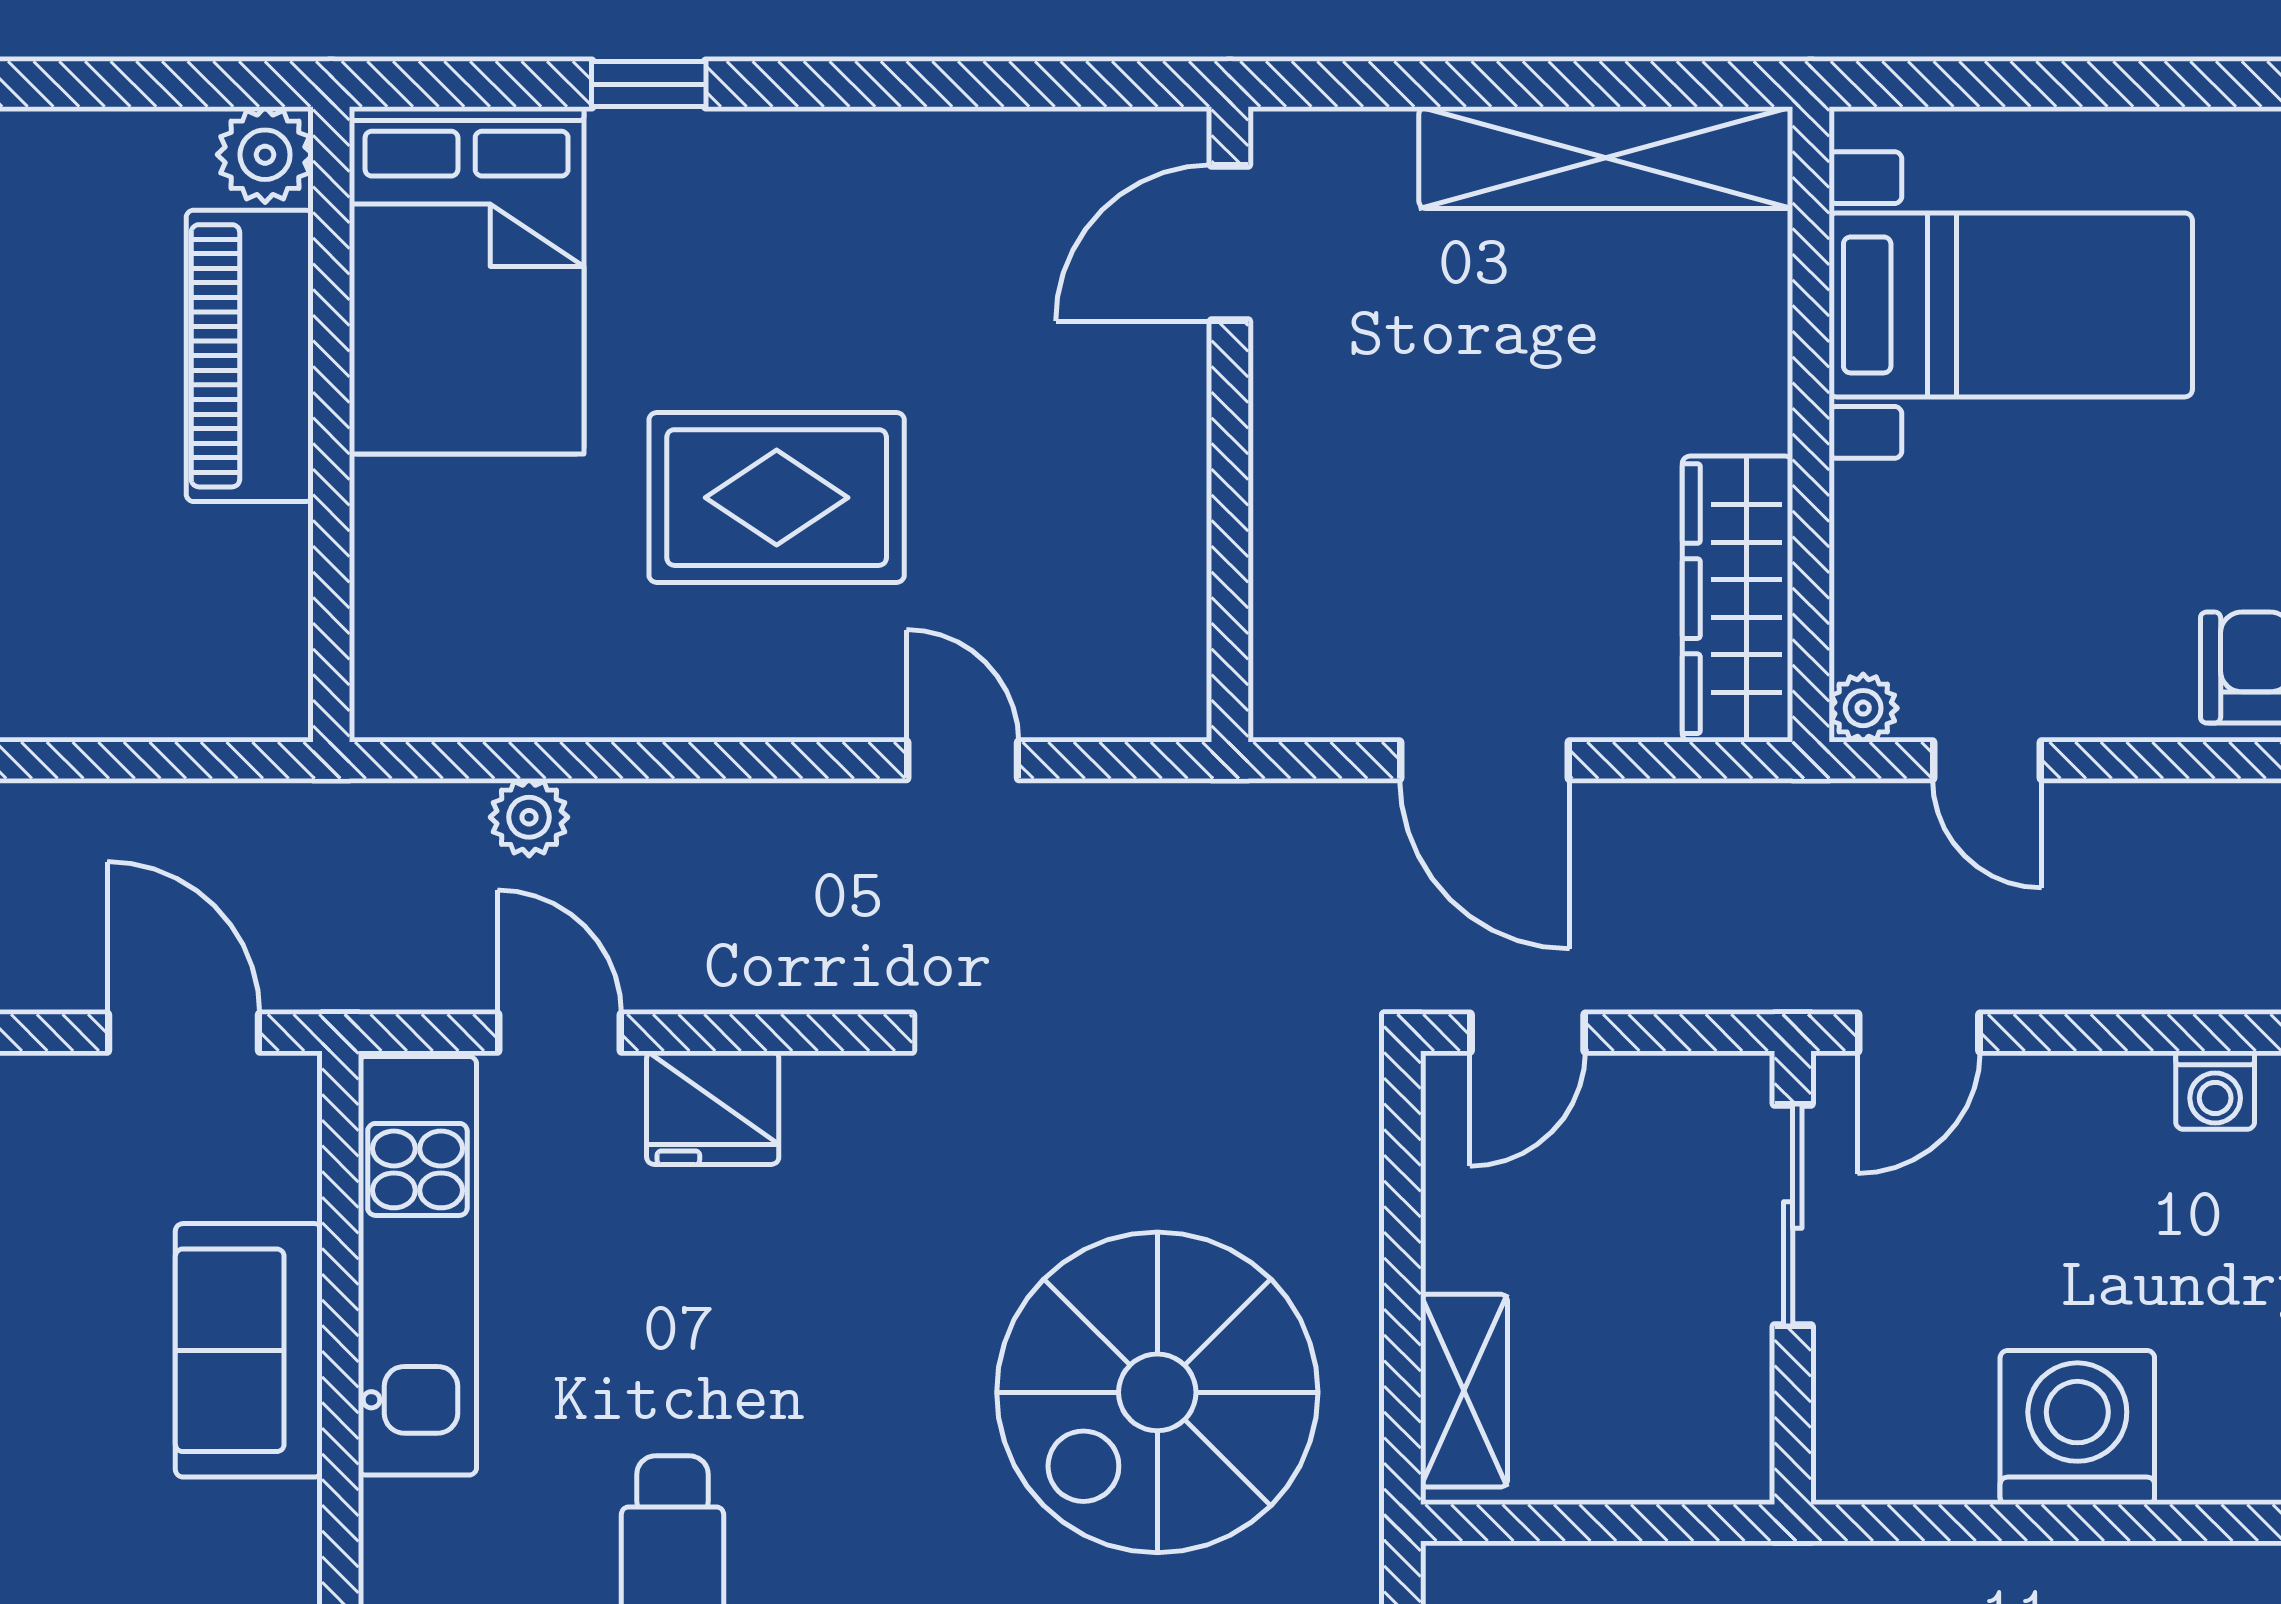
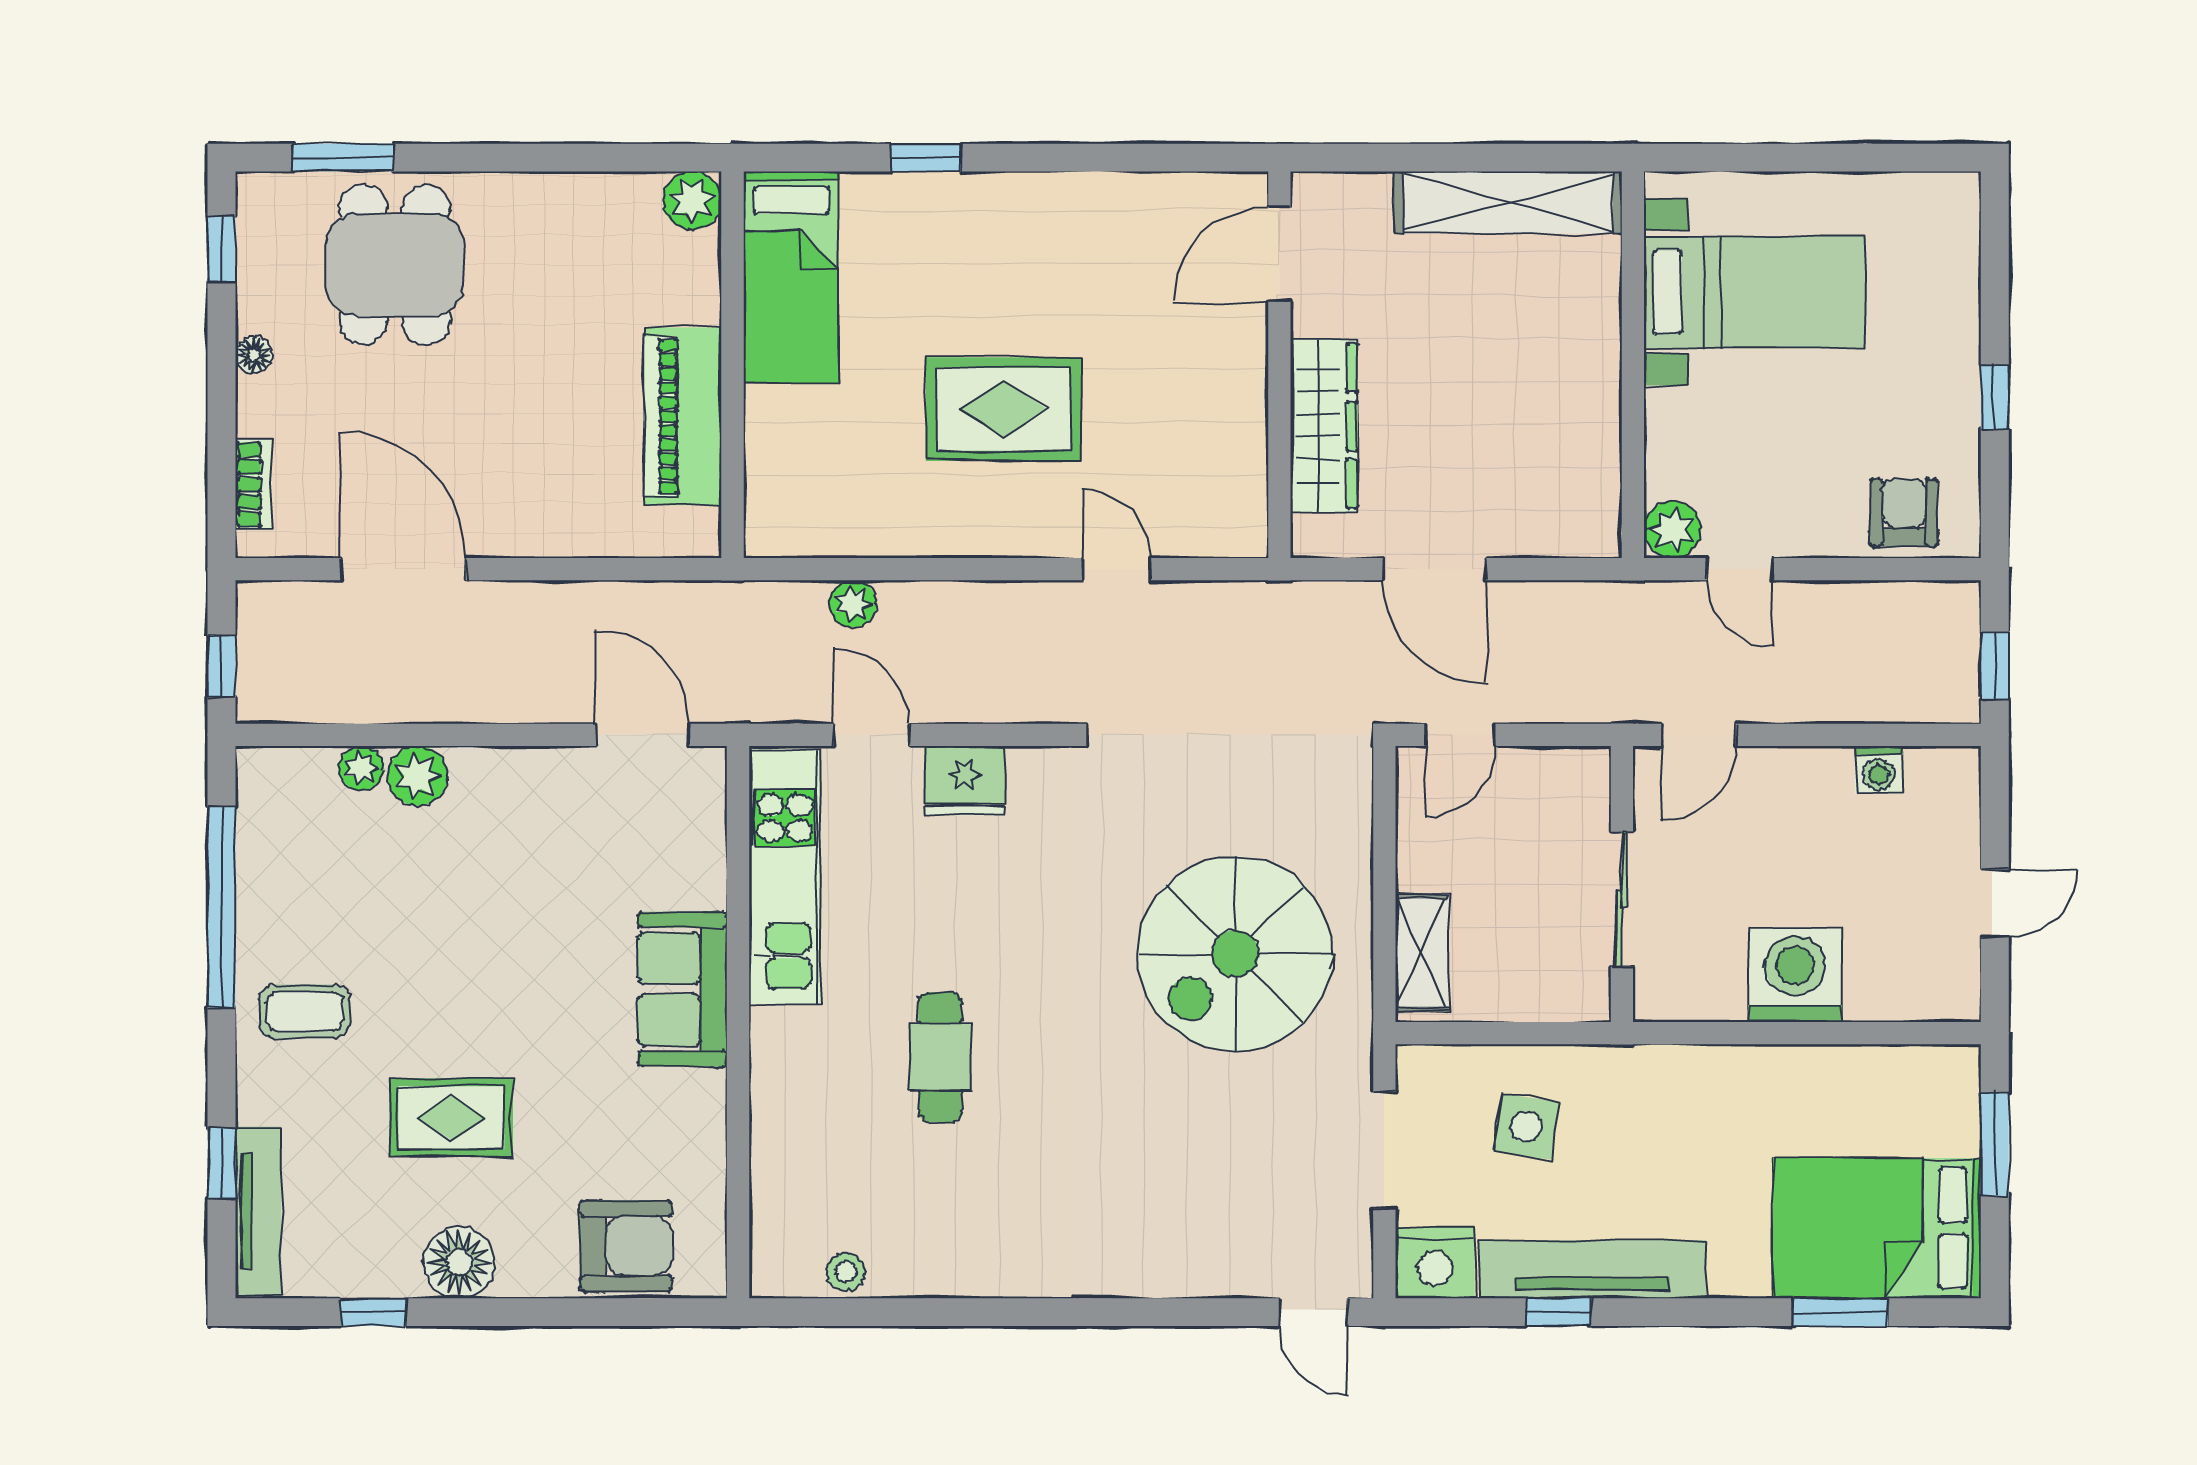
bed: (467, 280) -> (791, 277), width x0.67
piano: (250, 356) -> (683, 416), moved
wardrobe: (1738, 599) -> (1324, 426), moved, turned 180
plant: (1863, 708) -> (1672, 530), width x1.38, depth x1.38
sliding door: (1793, 1215) -> (1622, 899), moved
sofa: (249, 1350) -> (682, 989), moved

